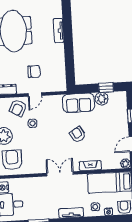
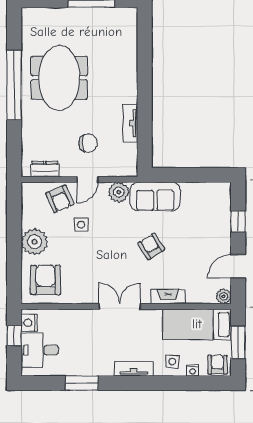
tv unit: (59, 31) -> (130, 123), moved
window: (106, 88) -> (200, 175), removed
plant: (101, 99) -> (119, 192), moved
armchair: (18, 108) -> (60, 199), turned -52

